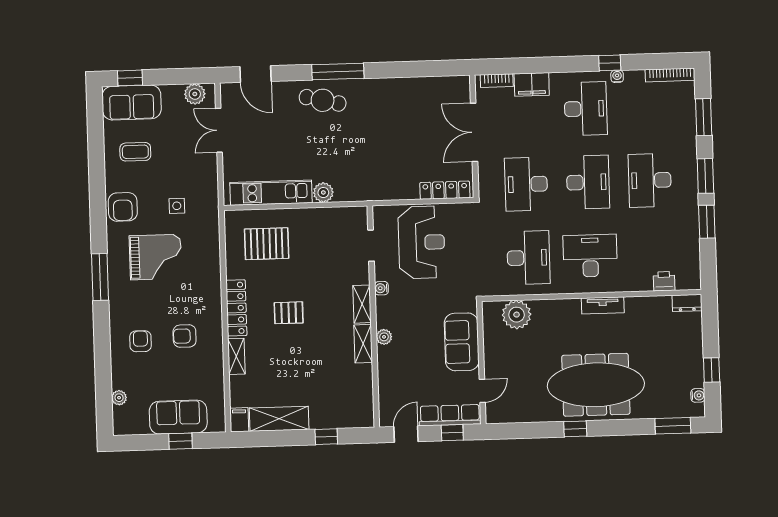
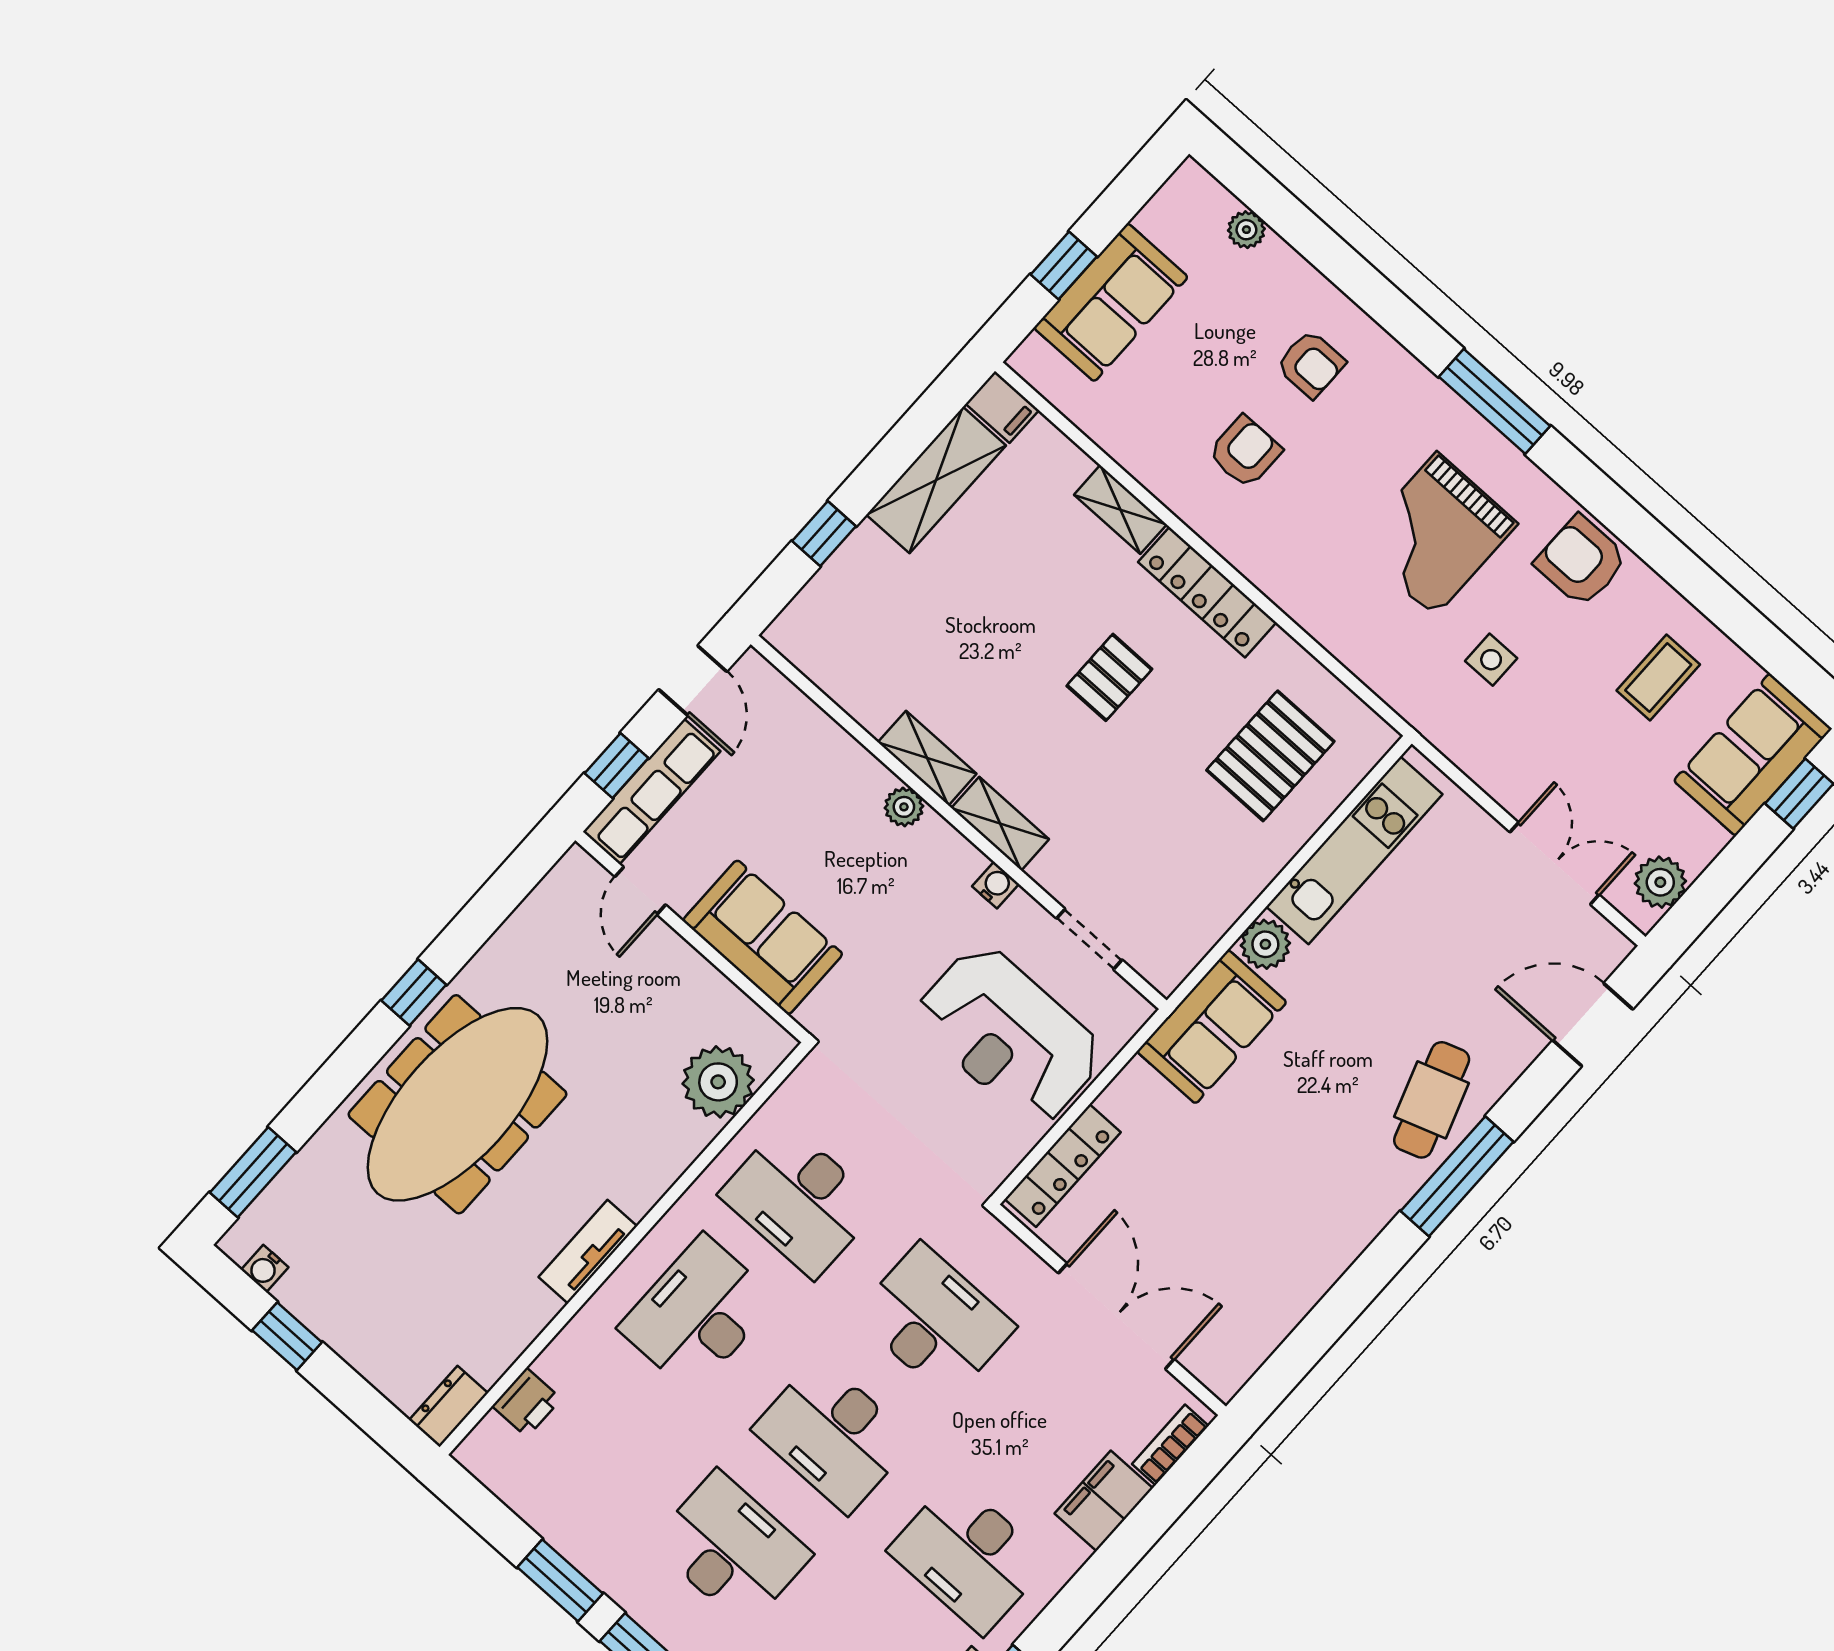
cafe table: (323, 100) -> (1432, 1100), turned -32
sofa: (362, 185) -> (1212, 1027), added
desk: (590, 256) -> (698, 1314), turned 180

